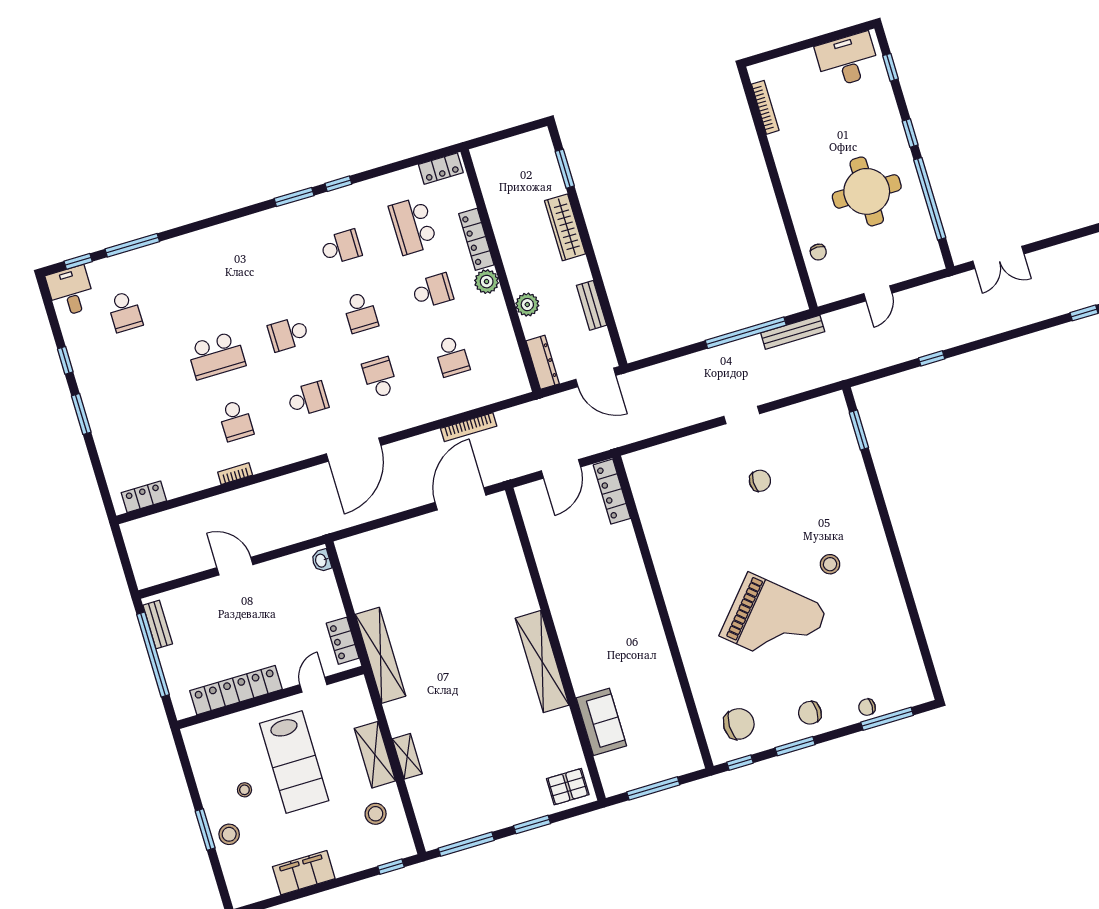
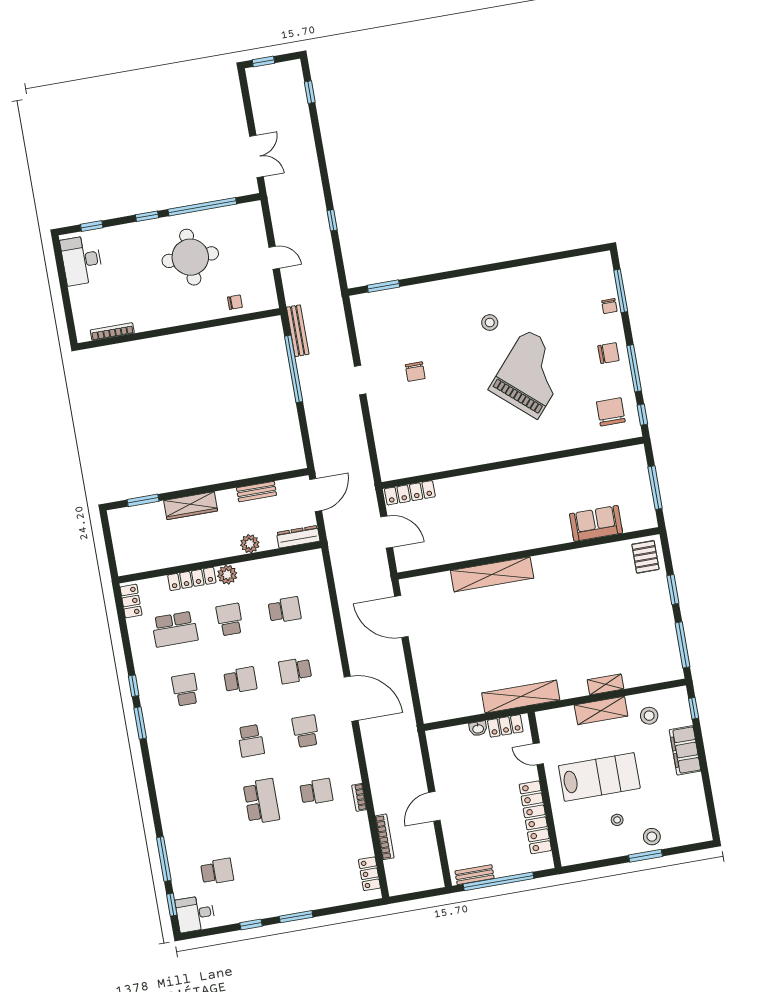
bookcase: (469, 427) -> (385, 837), moved
chair: (760, 481) -> (415, 372), turned 180
washbasin: (321, 560) -> (478, 729), moved
shelving: (542, 662) -> (492, 574), moved
chair: (810, 713) -> (609, 353), turned -90
window: (795, 746) -> (634, 368), width x1.44
filing cabinet: (304, 873) -> (685, 750), moved

